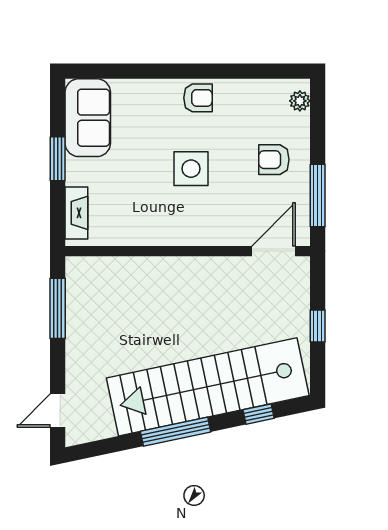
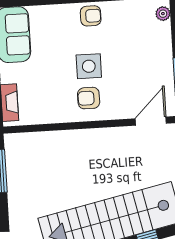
armchair: (274, 160) -> (89, 98), moved

